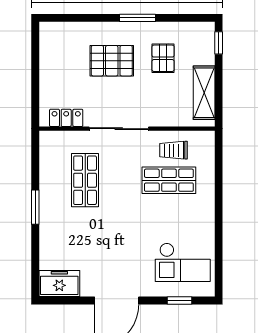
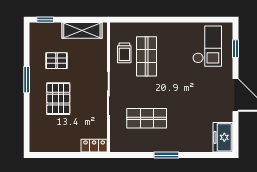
locker: (66, 118) -> (94, 146), moved, turned 90

